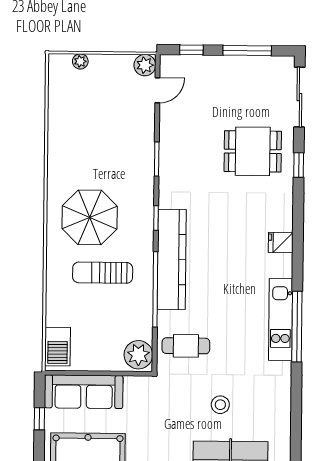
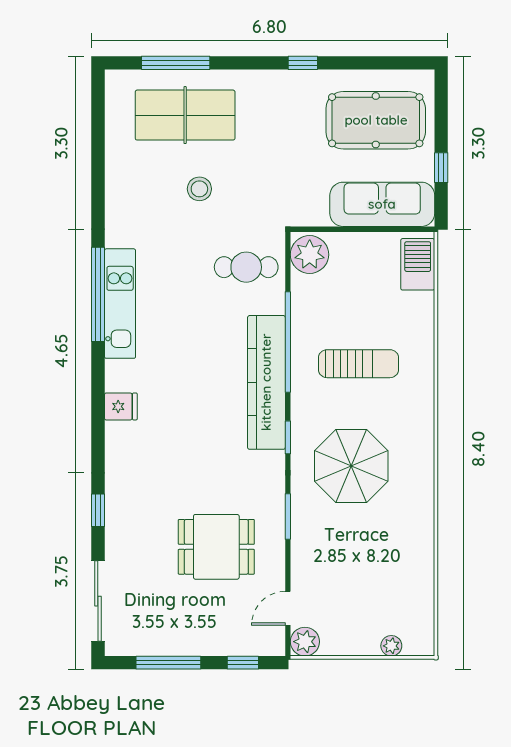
dining table: (253, 151) -> (216, 547), moved
parasol: (90, 217) -> (351, 466), moved

